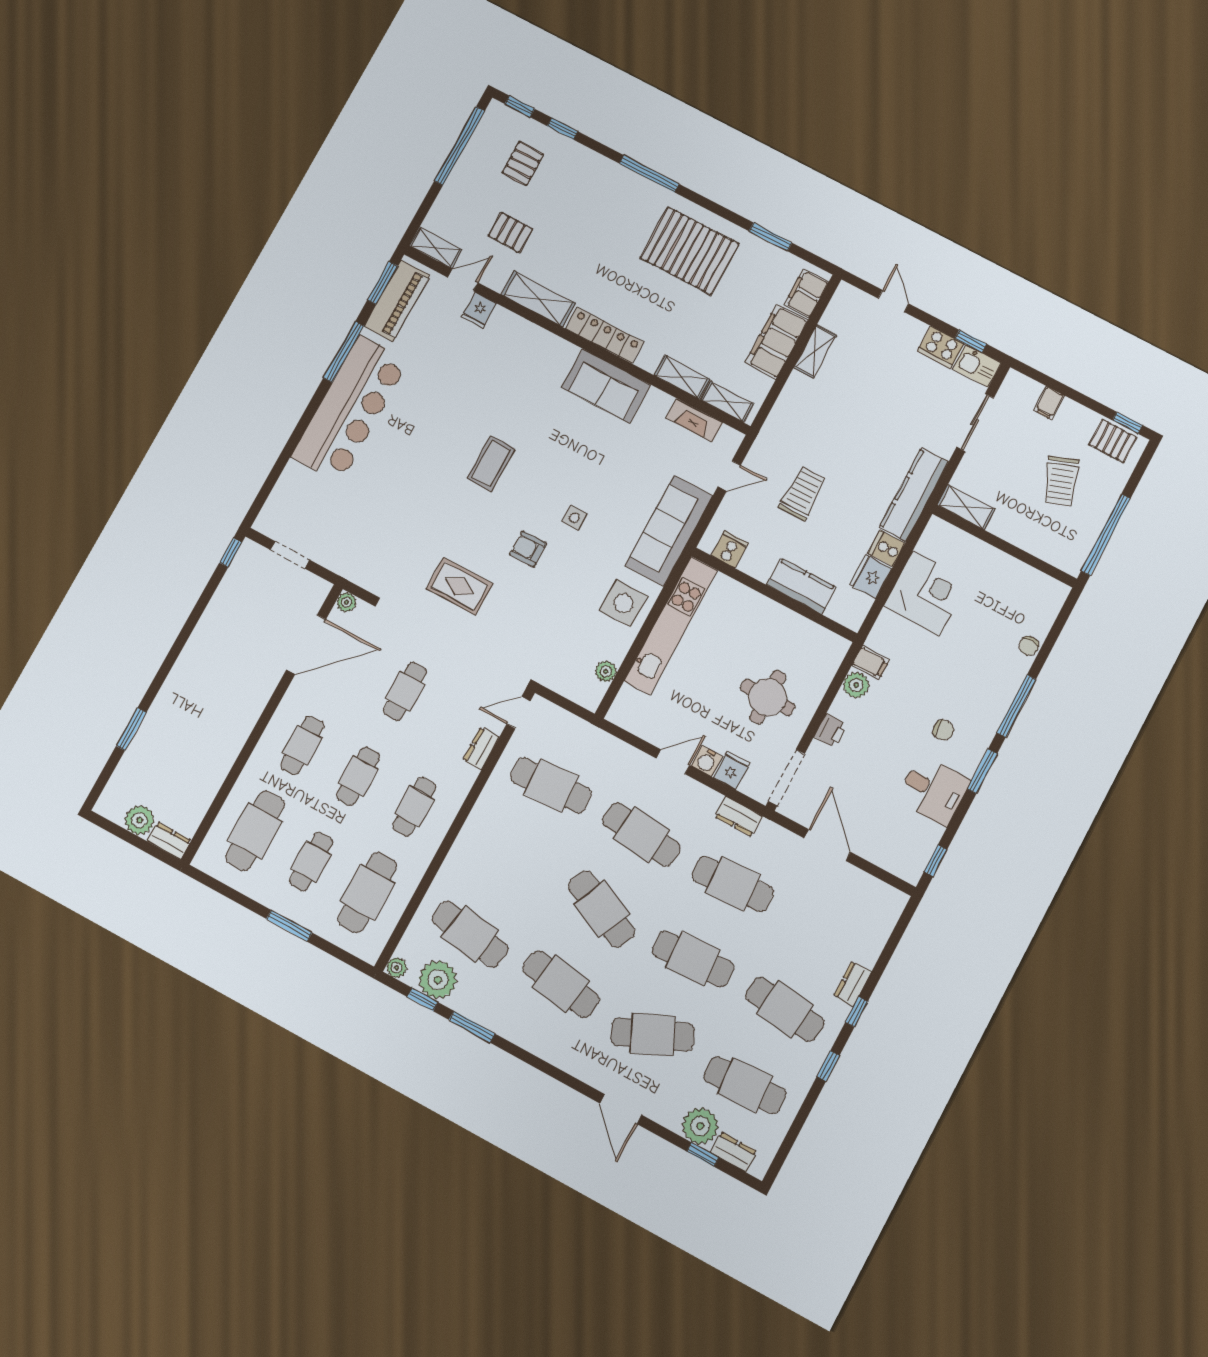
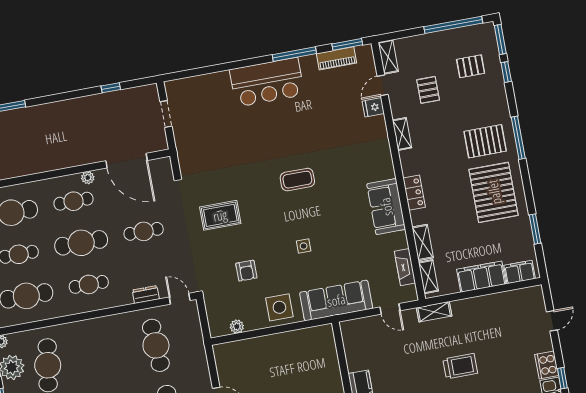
window: (520, 106) -> (500, 39), width x1.50
pallet: (623, 214) -> (485, 141), added
door: (463, 280) -> (383, 85), swing flipped
shelving: (538, 299) -> (402, 134), width x0.67, depth x0.75
piano: (397, 301) -> (337, 58), width x0.73, depth x0.75
locker: (605, 335) -> (414, 193), width x0.66
shelving: (815, 351) -> (434, 312), moved
bar counter: (350, 409) -> (267, 82), width x0.73
trolley: (802, 493) -> (460, 366), moved
armchair: (528, 549) -> (246, 271), moved, turned 180
cooker: (730, 549) -> (351, 340), removed
window: (231, 553) -> (111, 88), moved
rug: (460, 586) -> (220, 215), turned 90
plant: (346, 602) -> (88, 178), moved
kitchen unit: (671, 625) -> (287, 341), removed
cafe table: (358, 776) -> (81, 243), width x1.37, depth x1.35

